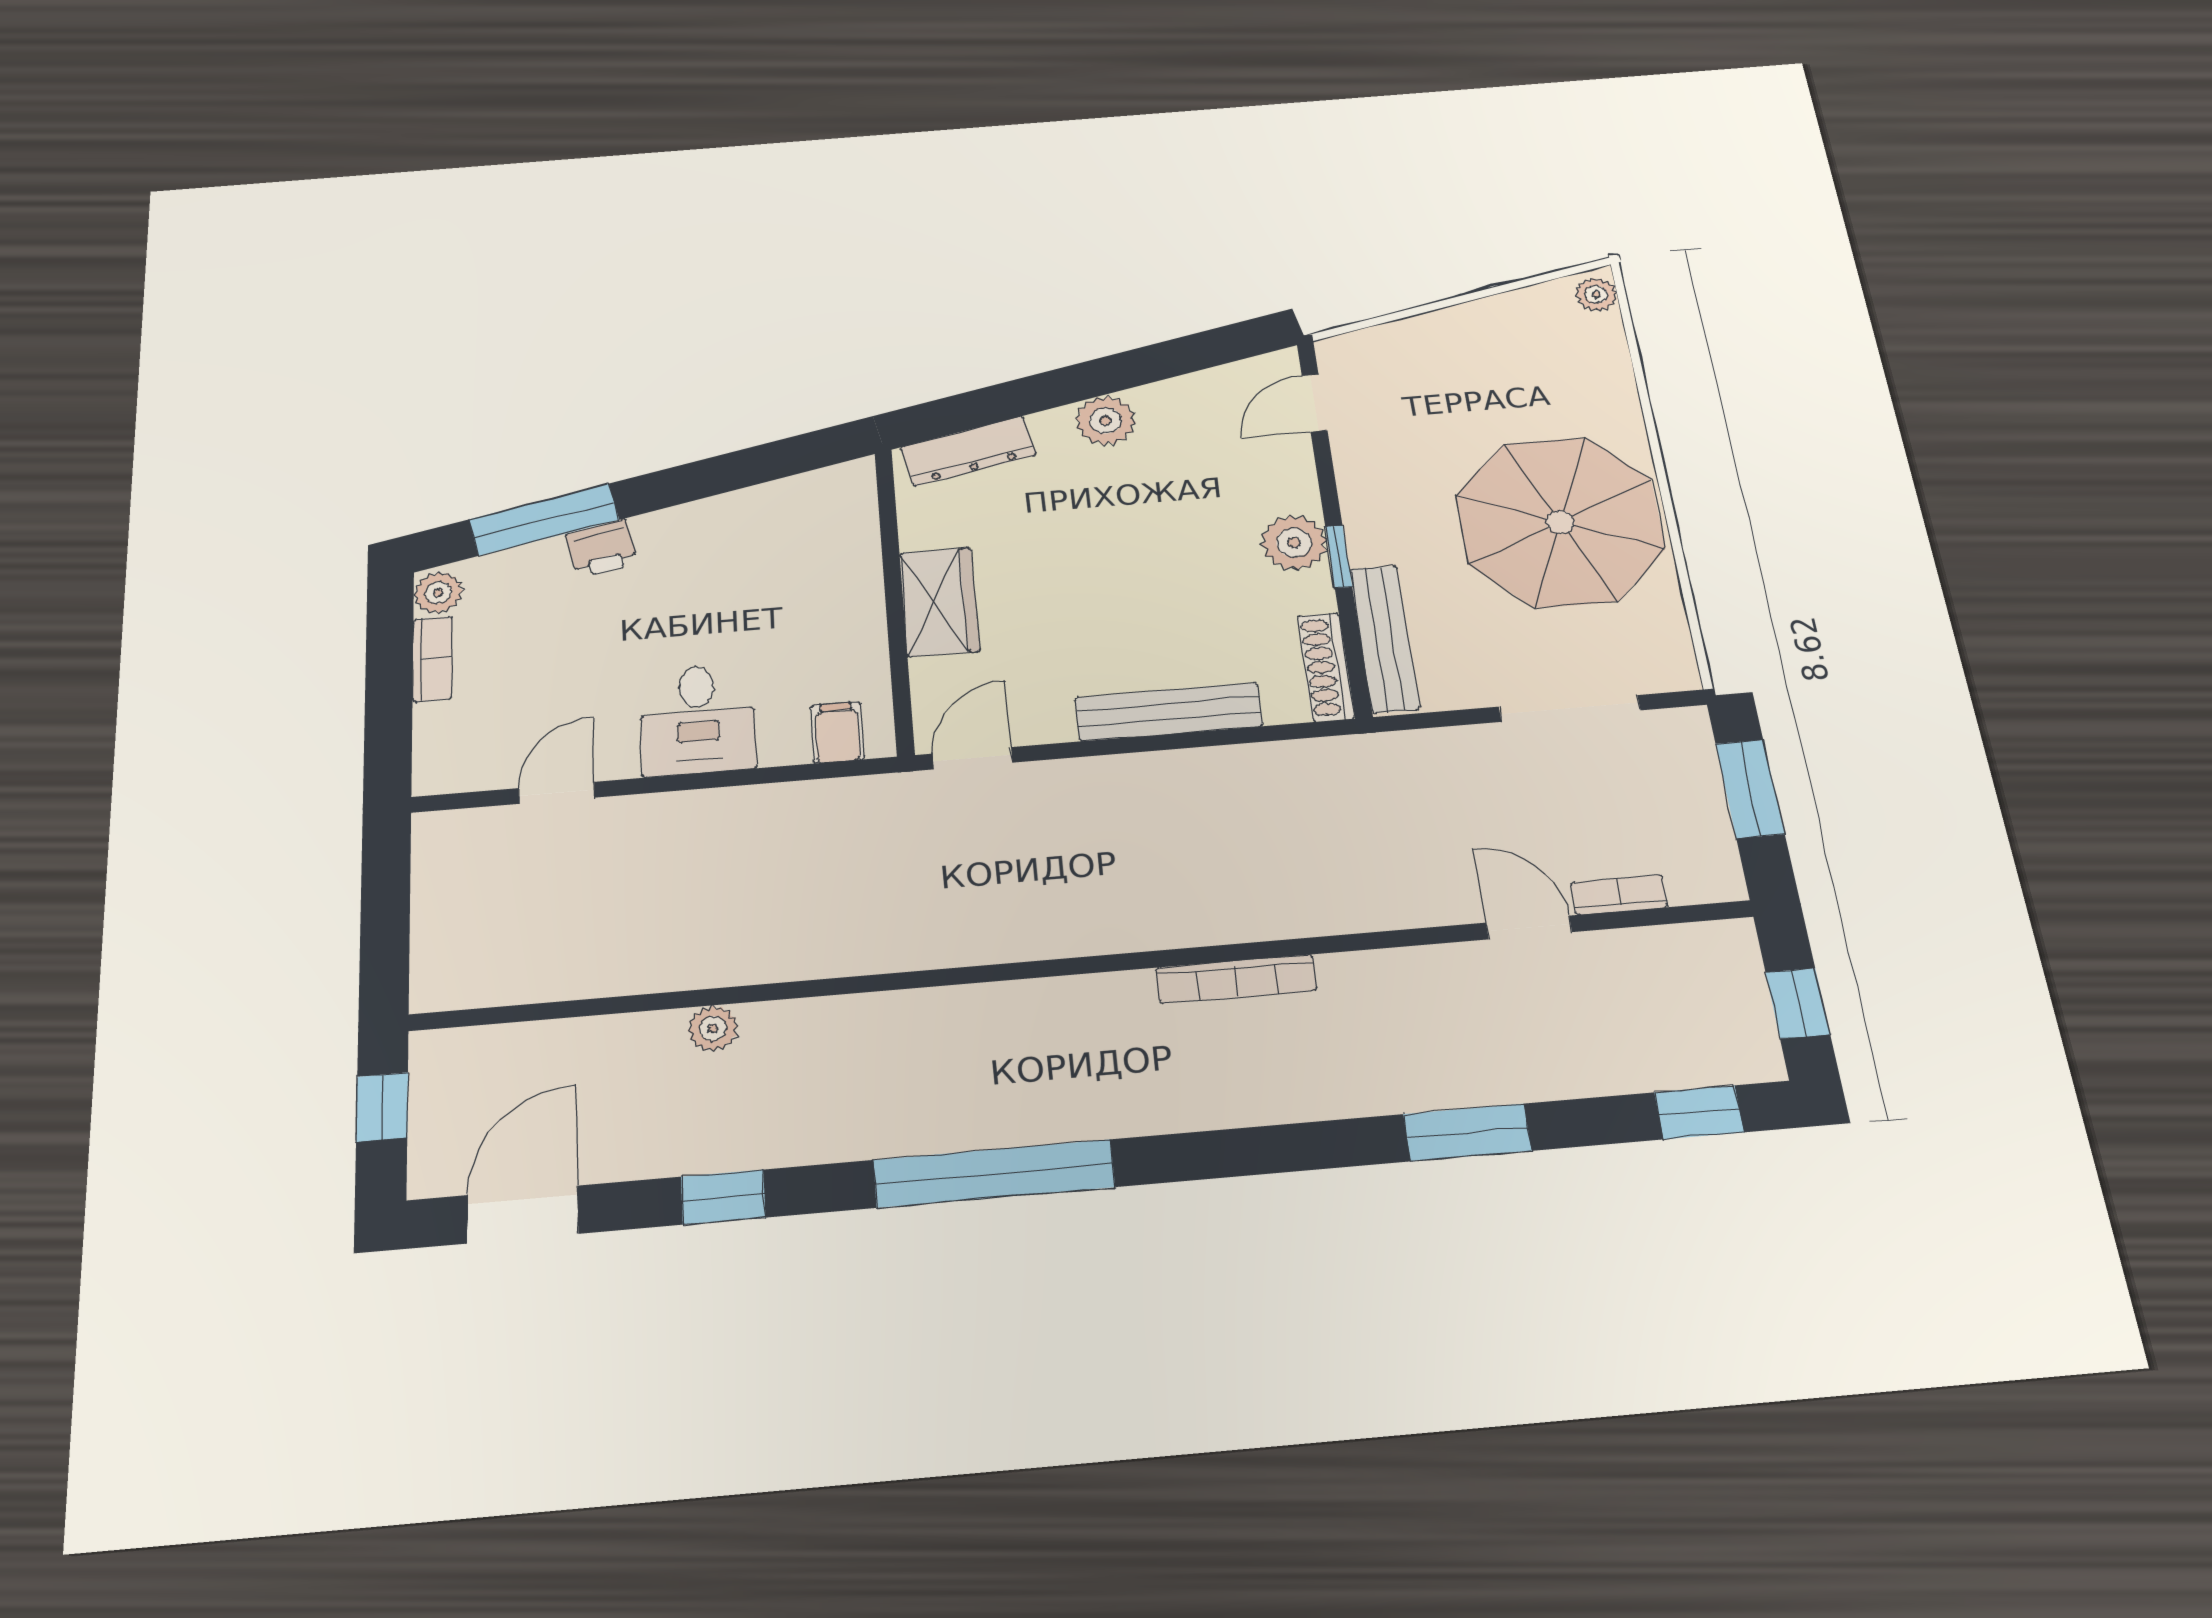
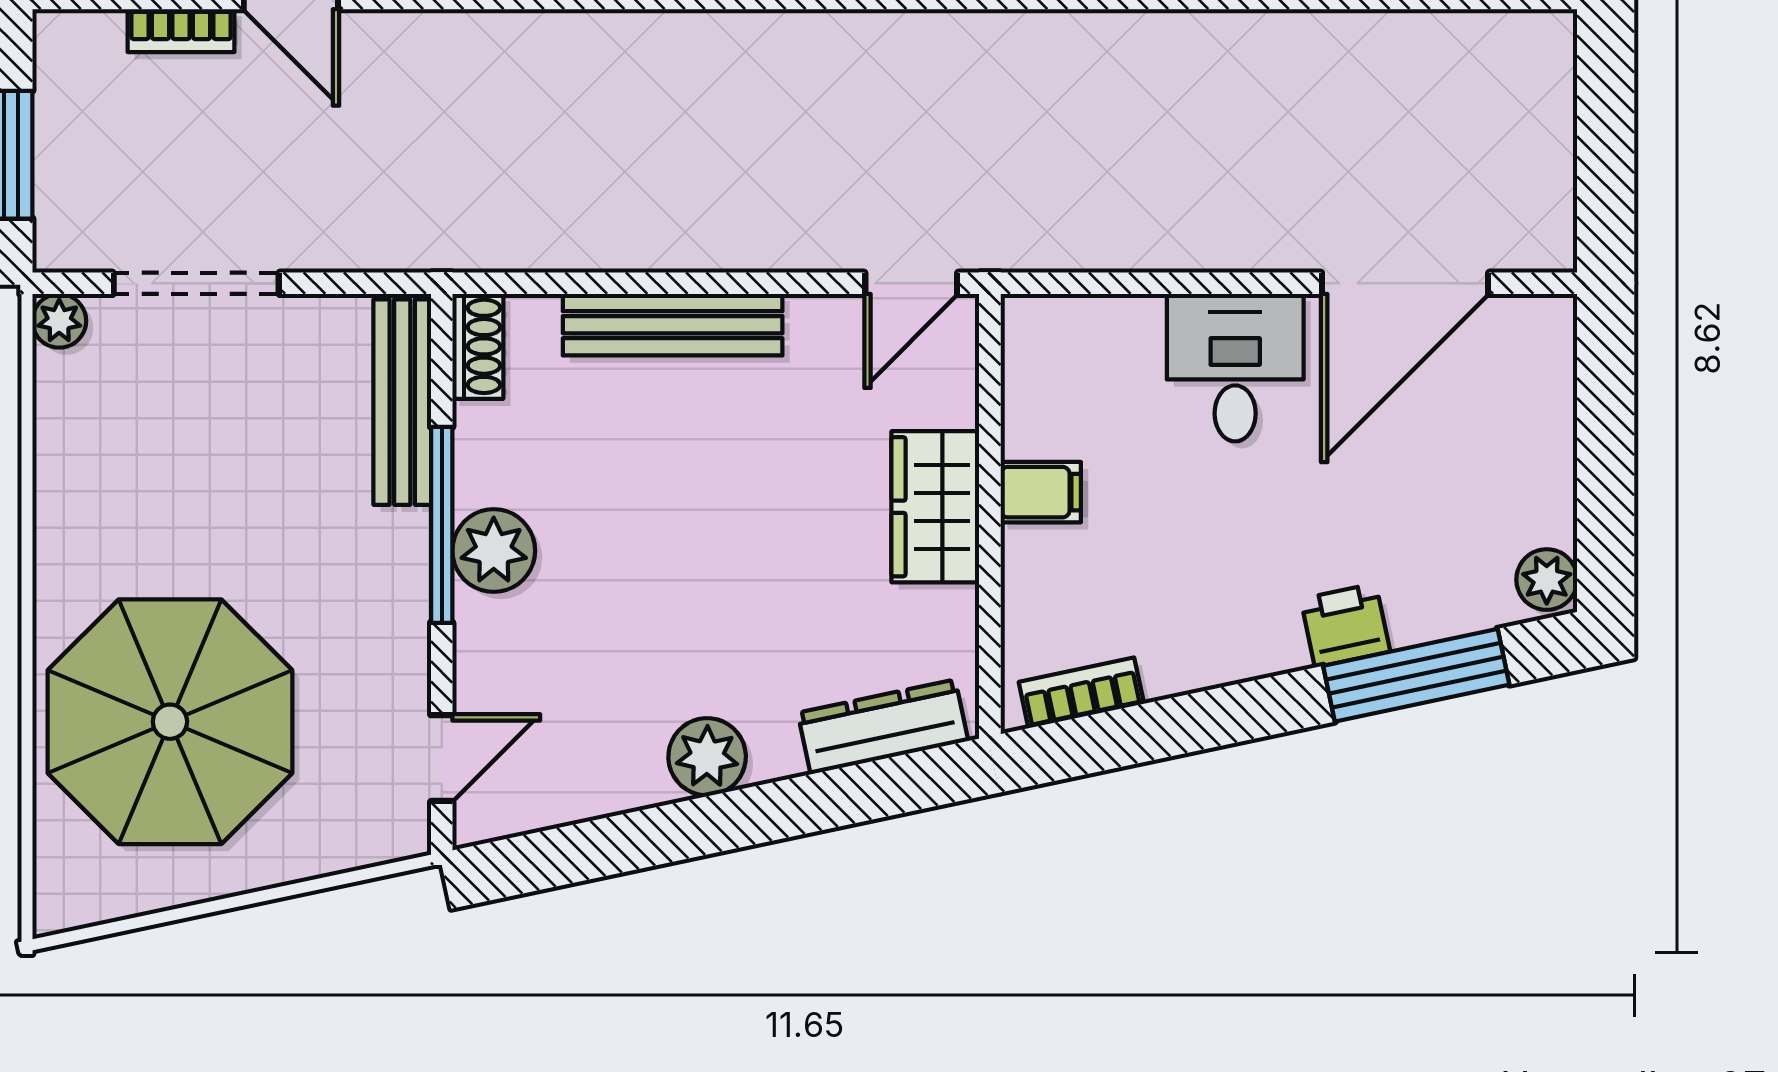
plant: (1596, 294) -> (59, 321), moved
parasol: (1560, 522) -> (170, 722), moved
window: (1339, 557) -> (442, 525), width x2.17
bookcase: (432, 659) -> (1081, 693), moved, turned 78
shoe rack: (1326, 667) -> (478, 346), width x0.70
filing cabinet: (837, 732) -> (1041, 492), moved, turned -90
door: (557, 793) -> (1405, 283), width x1.88

